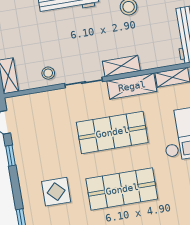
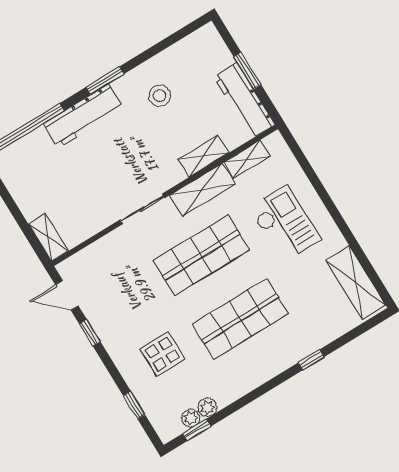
shelving: (121, 66) -> (203, 156), moved
stool: (48, 73) -> (95, 215), removed

